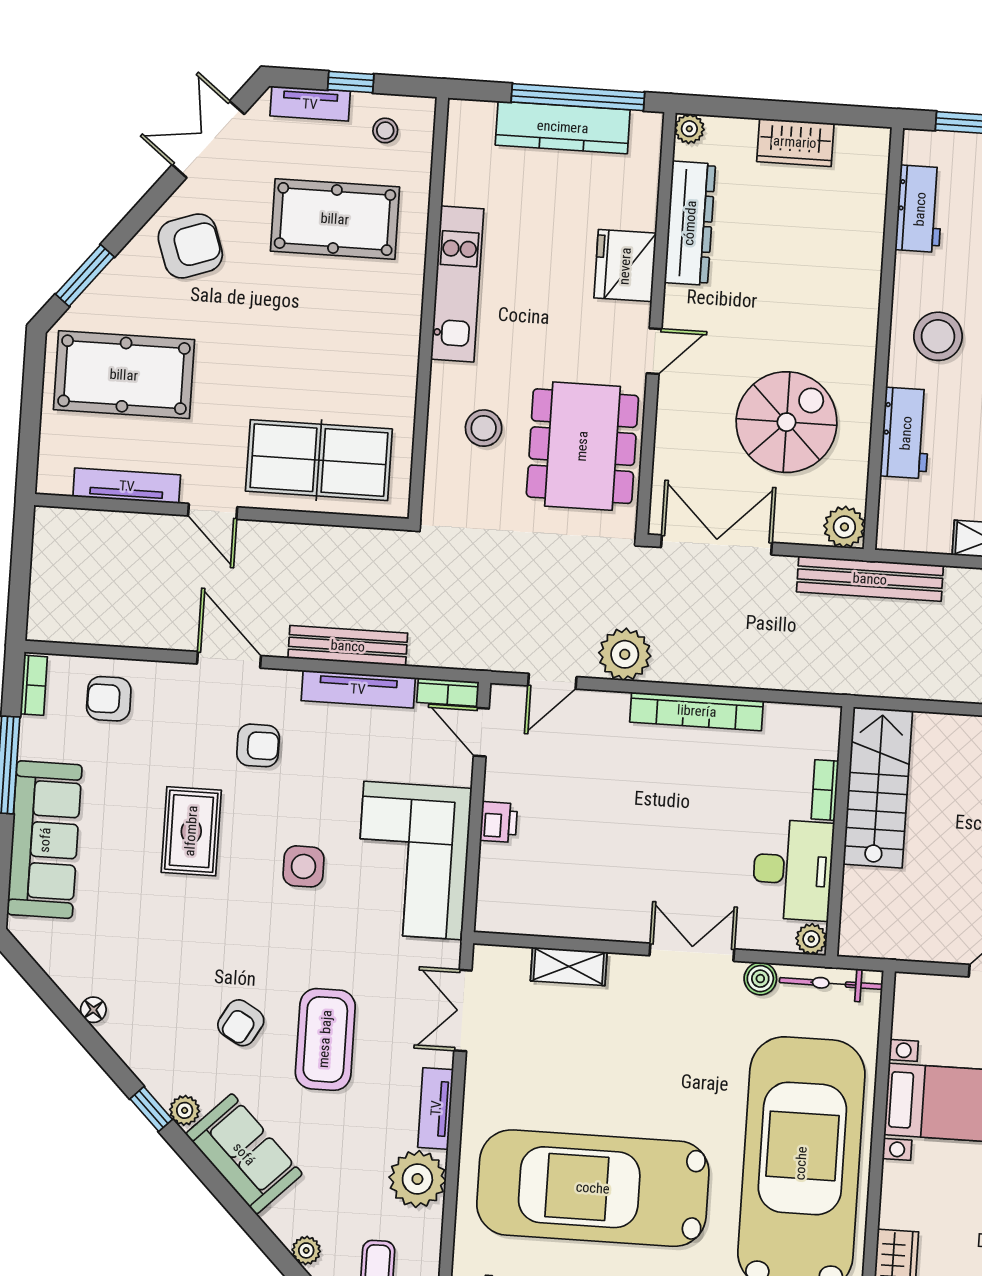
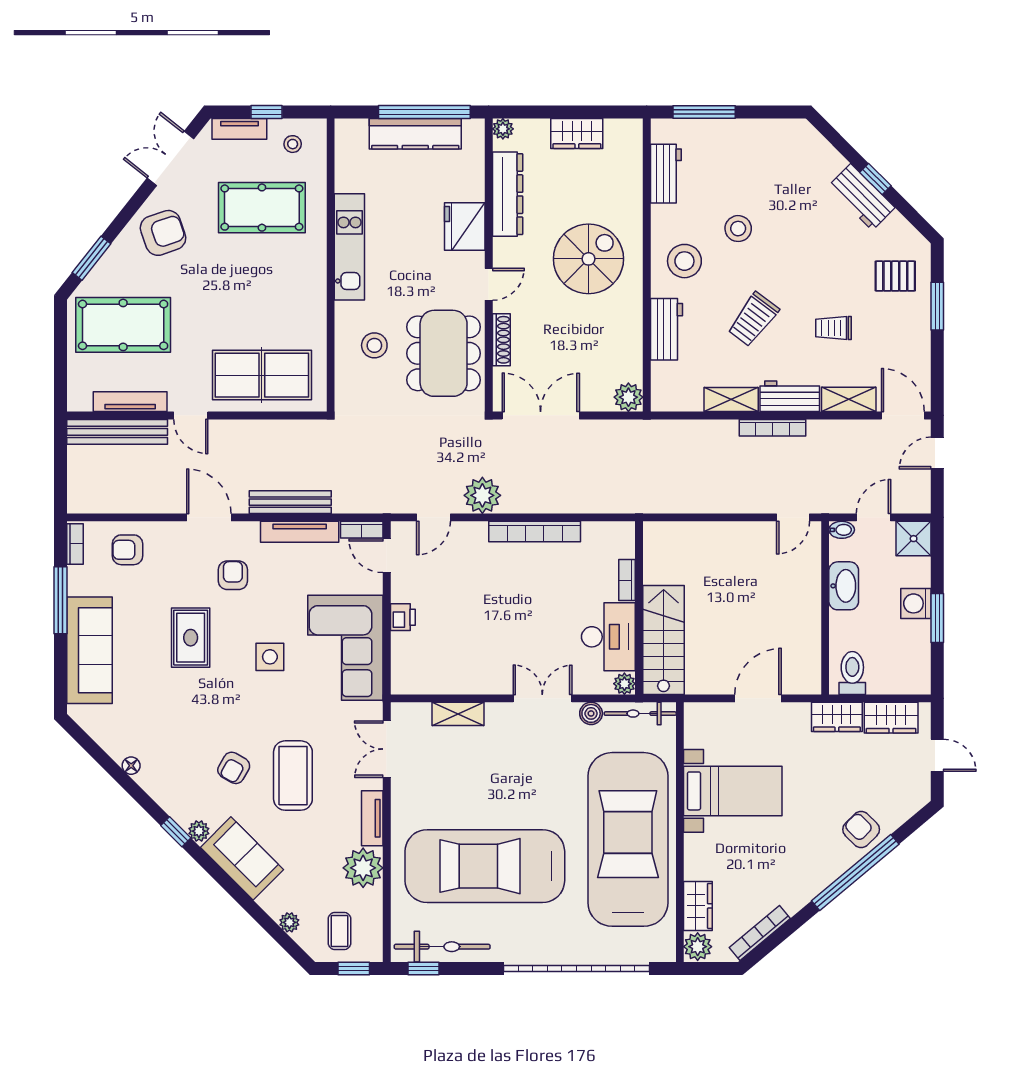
spiral stairs: (787, 422) -> (588, 259), moved
shoe rack: (667, 432) -> (501, 340), added
bench: (870, 579) -> (117, 432), moved
armchair: (258, 745) -> (233, 575), turned -90
stairs: (878, 787) -> (664, 640), moved

